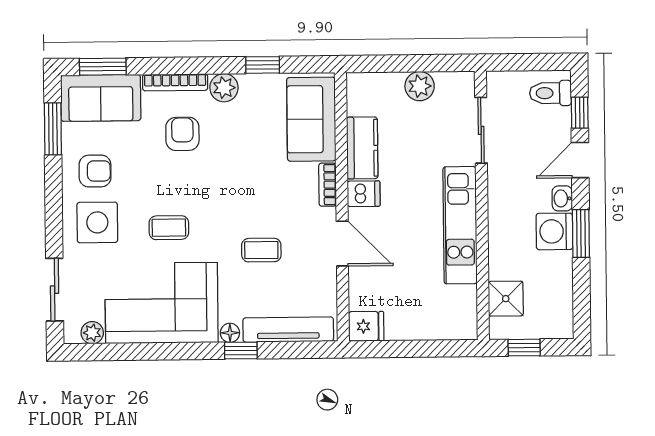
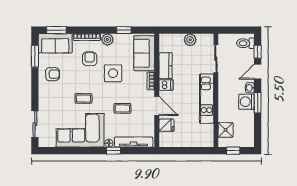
side table: (97, 222) -> (113, 73), moved
fridge: (366, 326) -> (166, 125), moved
plant: (92, 333) -> (51, 142), removed

